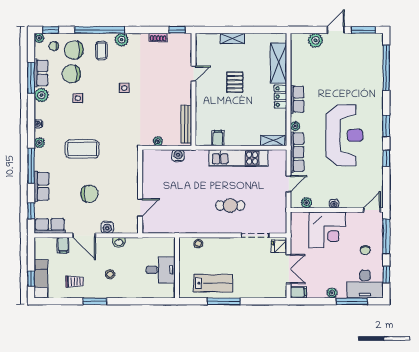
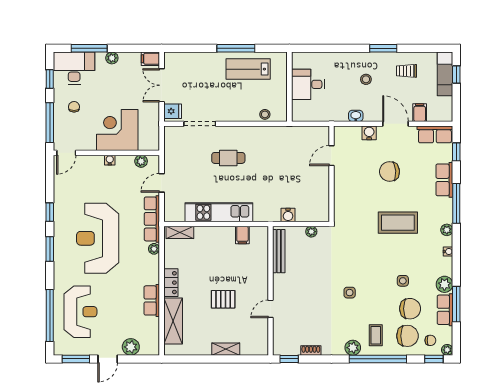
reception desk: (359, 71) -> (80, 312), added
pallet: (235, 82) -> (223, 299), turned 90
row of seats: (297, 99) -> (152, 300), moved

